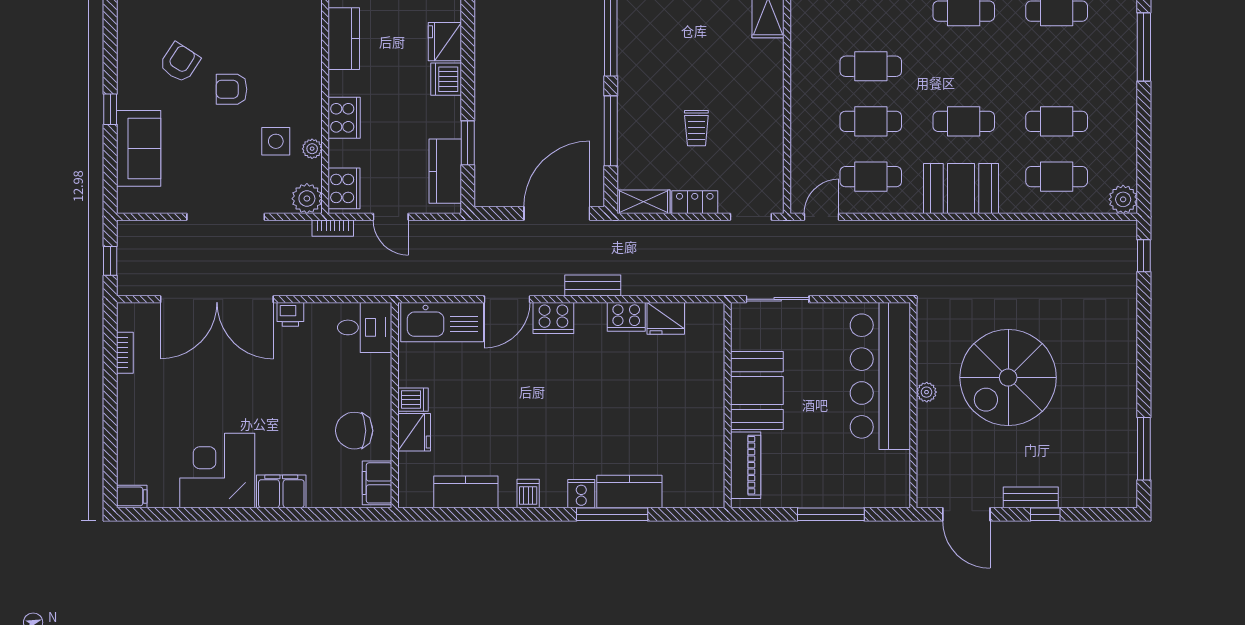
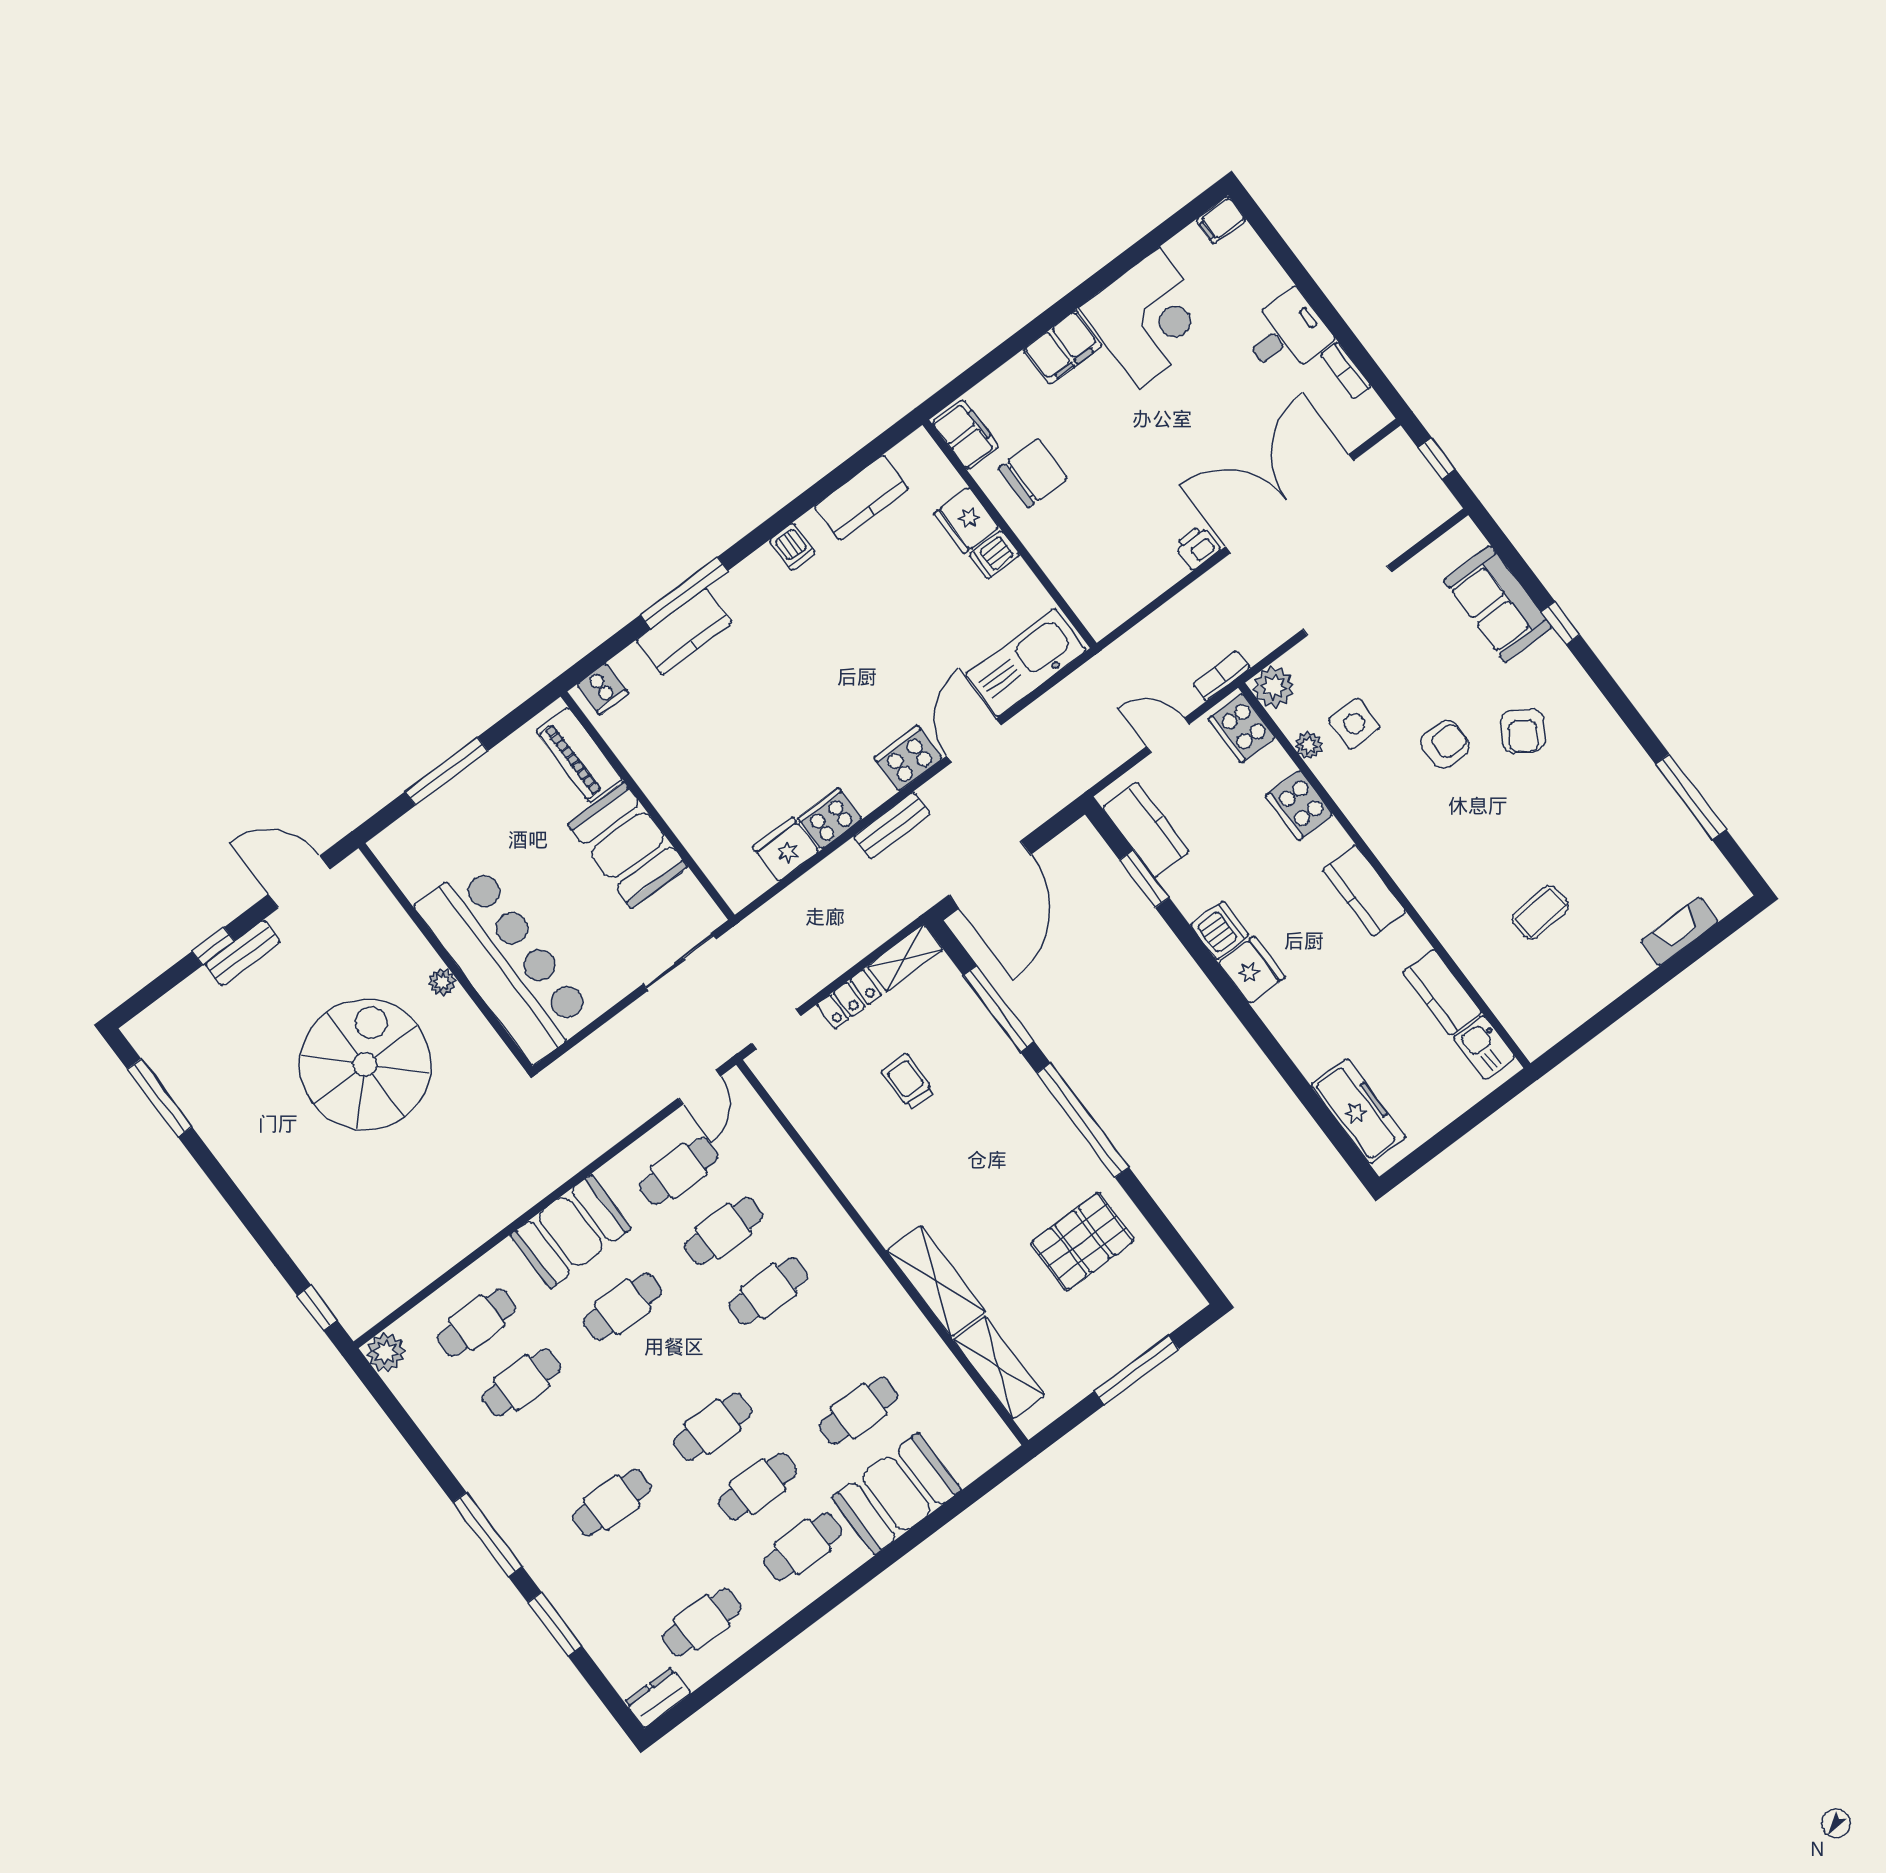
desk: (365, 327) -> (1286, 334), moved, turned 180
cooker: (581, 494) -> (603, 689), moved

